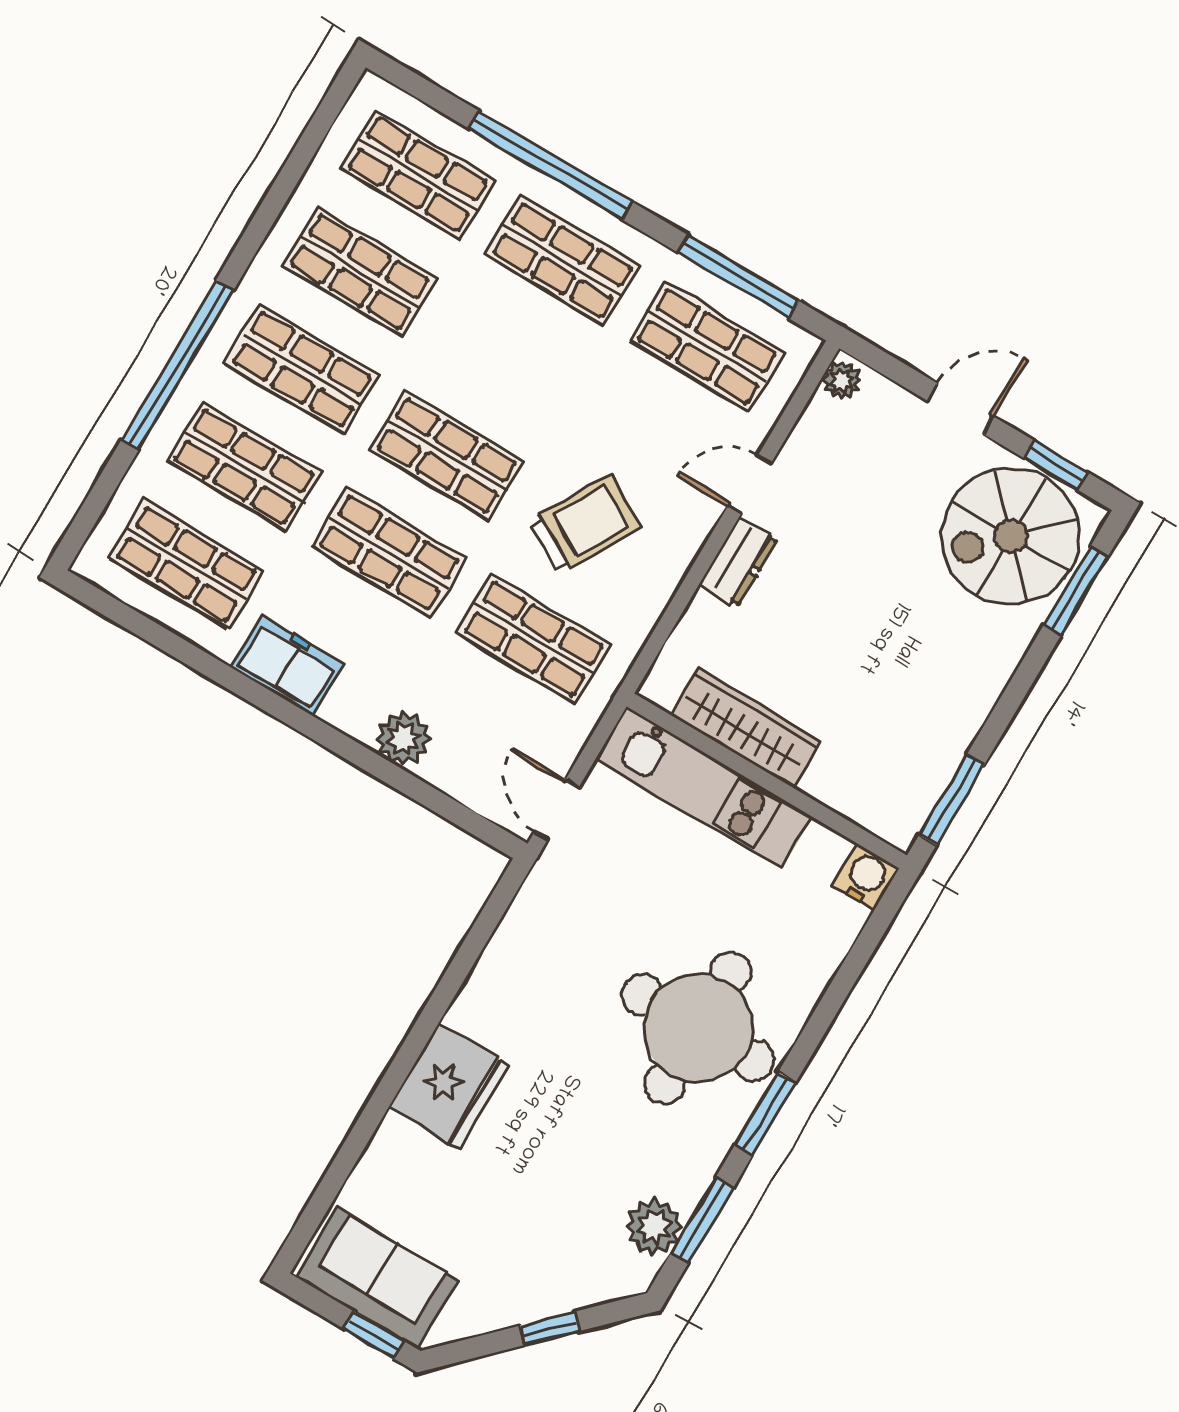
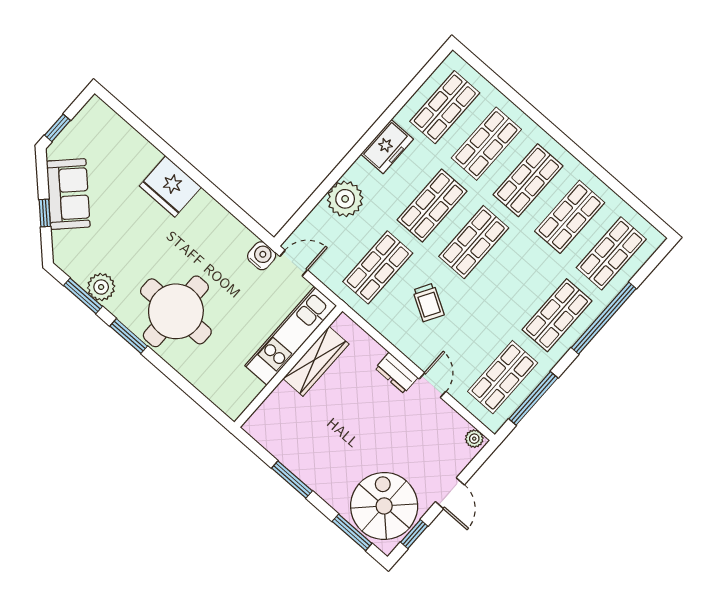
window: (177, 365) -> (541, 121), removed
trolley: (585, 524) -> (428, 302), width x0.73, depth x0.72
plant: (403, 738) -> (345, 199), width x1.36, depth x1.36
window: (952, 800) -> (292, 480), moved
water cooler: (866, 877) -> (262, 256), moved, turned -90
plant: (654, 1227) -> (101, 287), moved
sofa: (377, 1278) -> (68, 194), moved, turned -45

